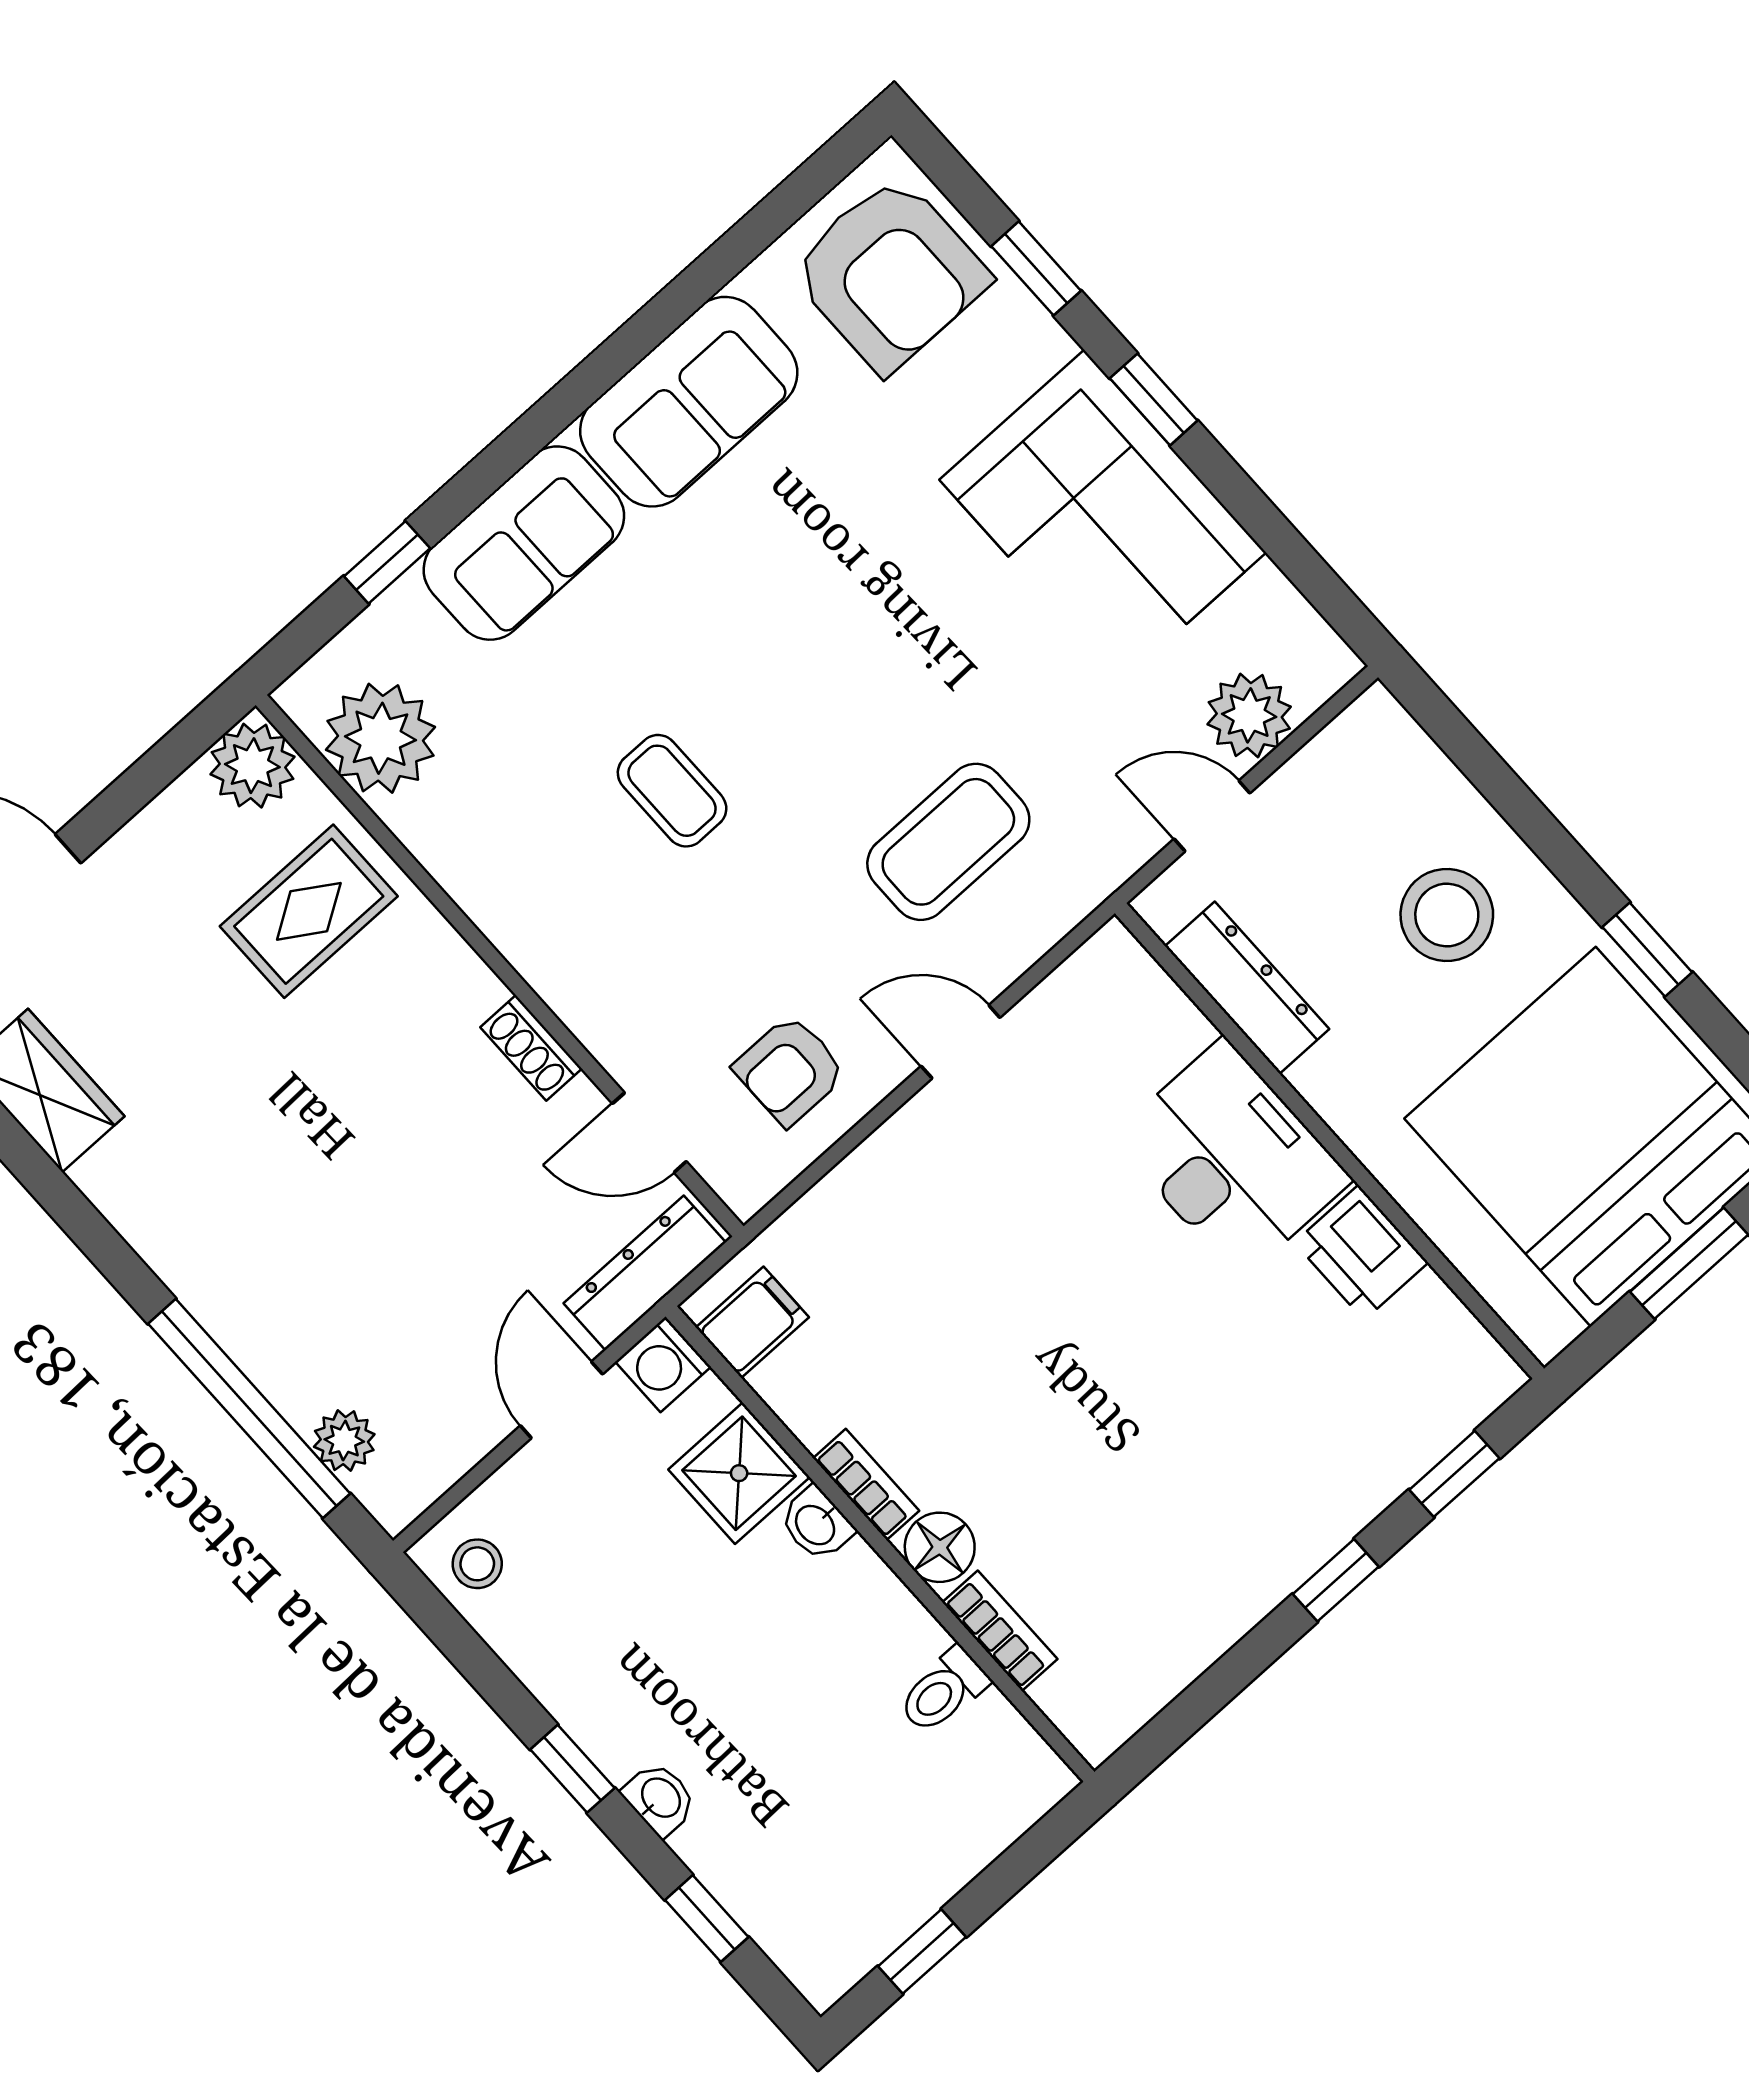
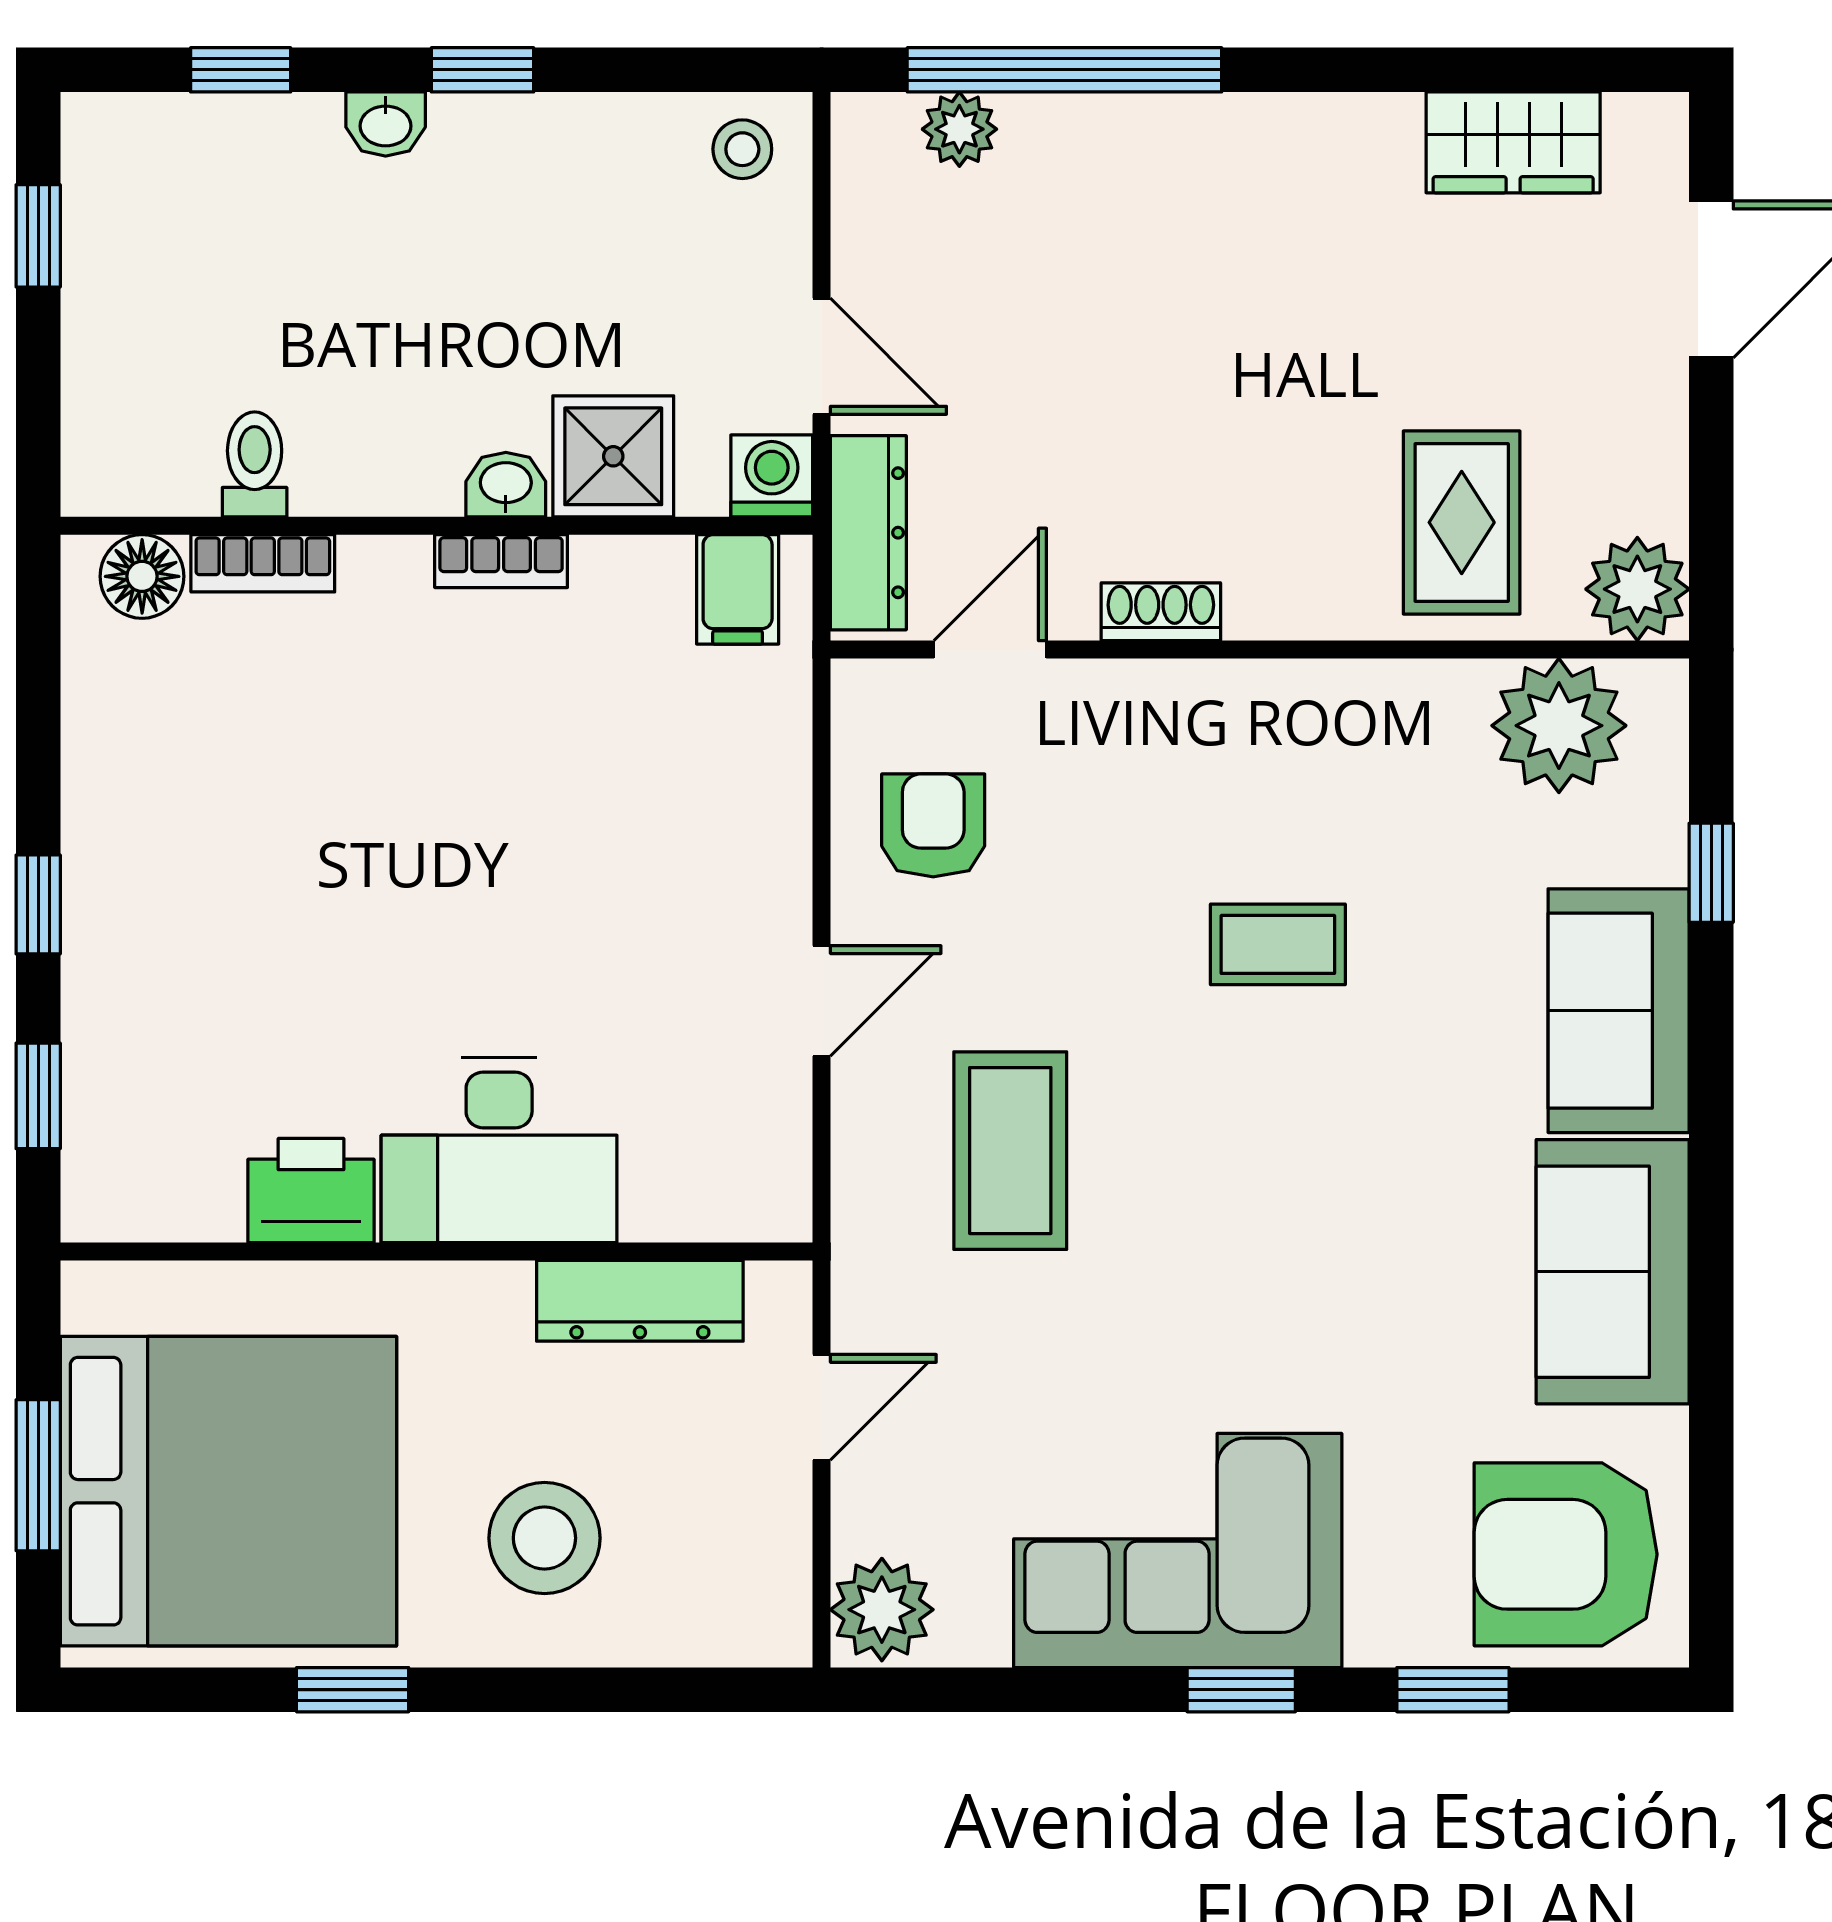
plant: (1249, 715) -> (882, 1610), moved
floor lamp: (940, 1547) -> (142, 576), moved

